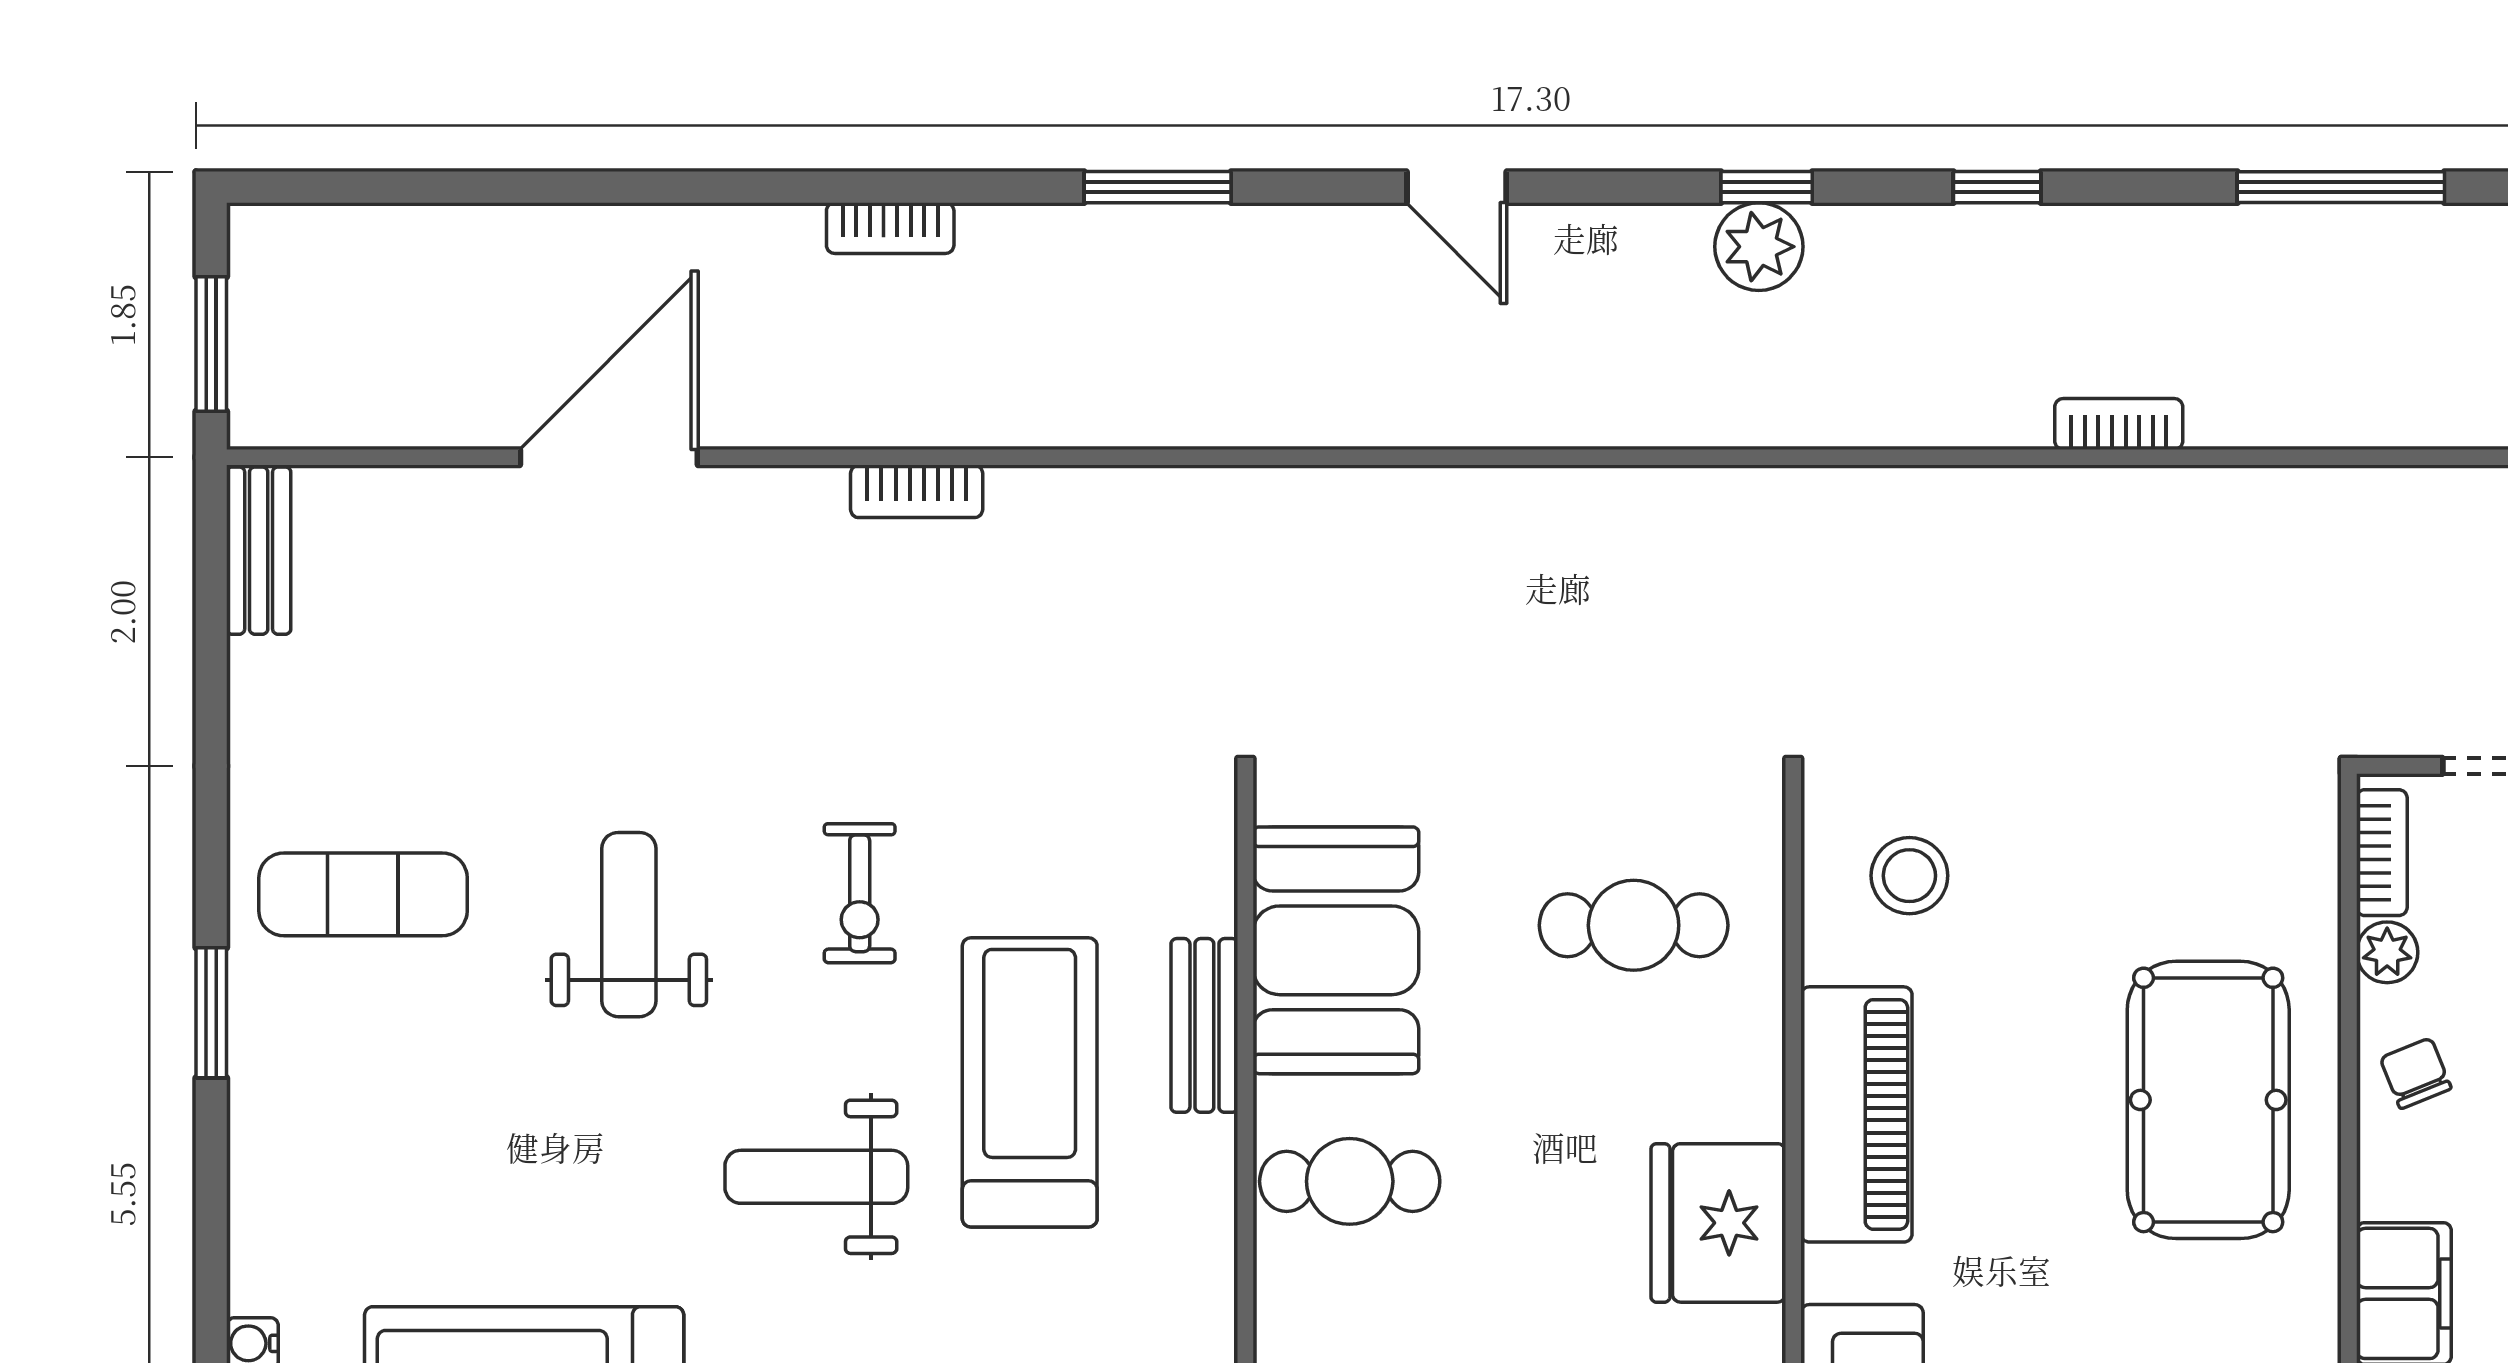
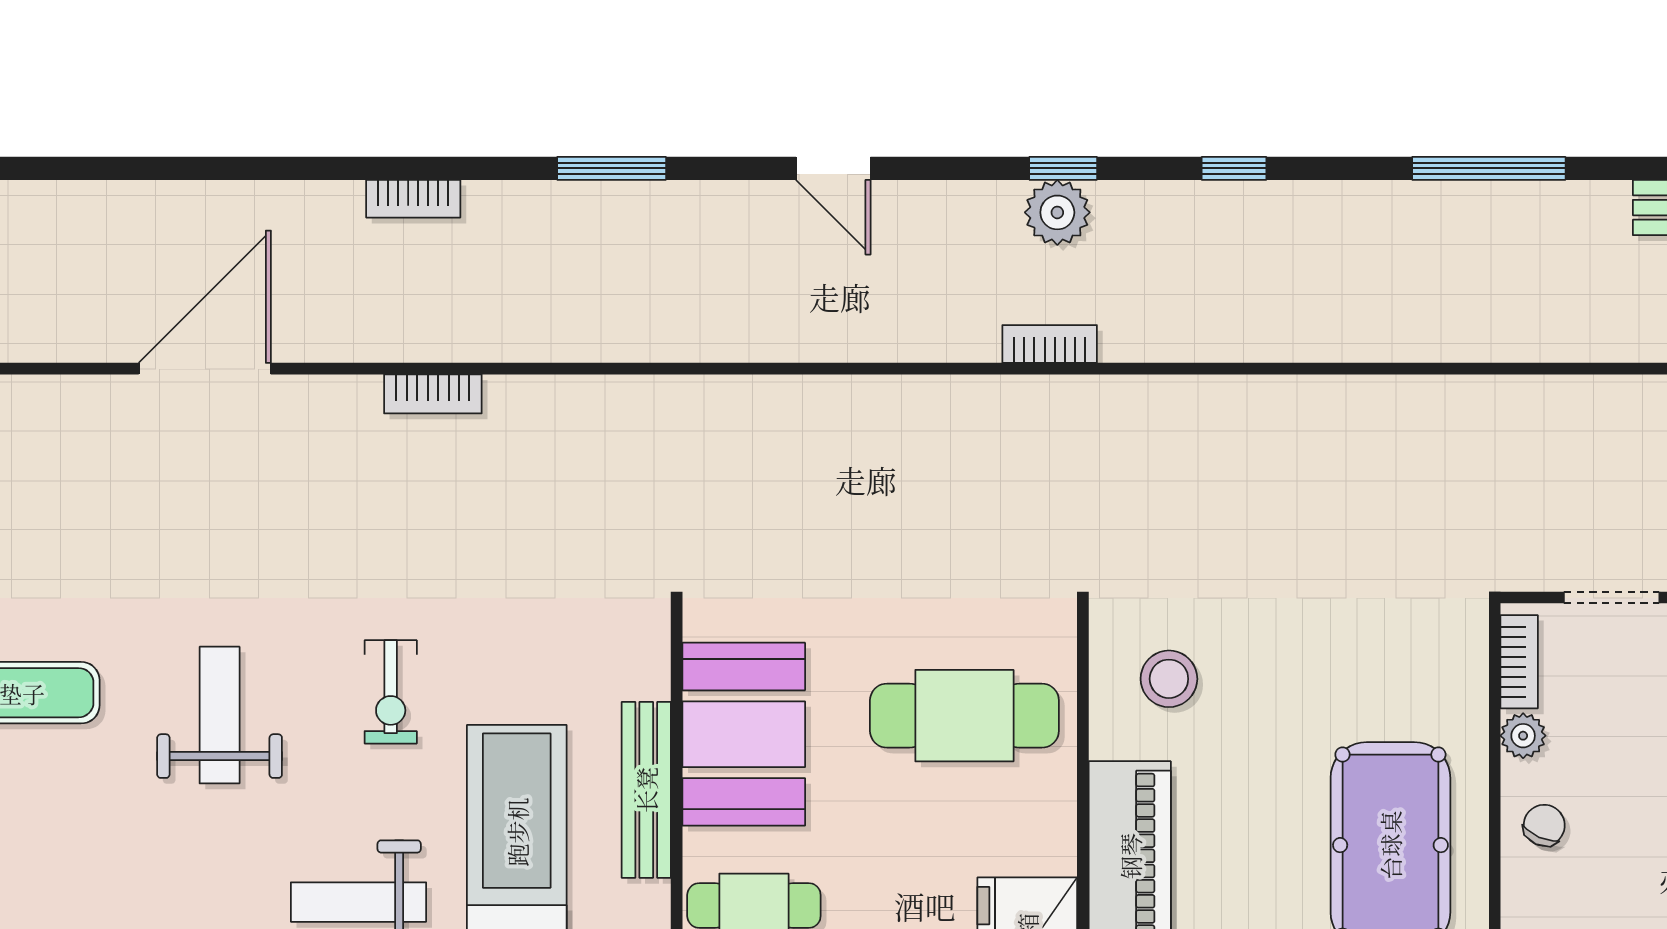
bookcase: (2119, 424) -> (1050, 344), moved
cafe table: (1634, 925) -> (964, 716), width x1.37, depth x1.35
bench: (1204, 1025) -> (646, 790), width x1.36
chair: (2416, 1073) -> (1544, 825), turned 46

